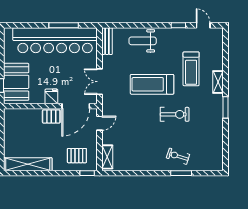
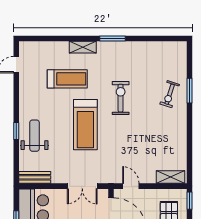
window: (178, 25) -> (16, 131), moved
weight bench: (143, 41) -> (35, 136), turned 180

